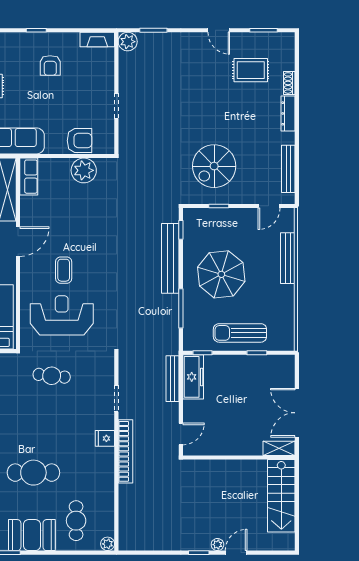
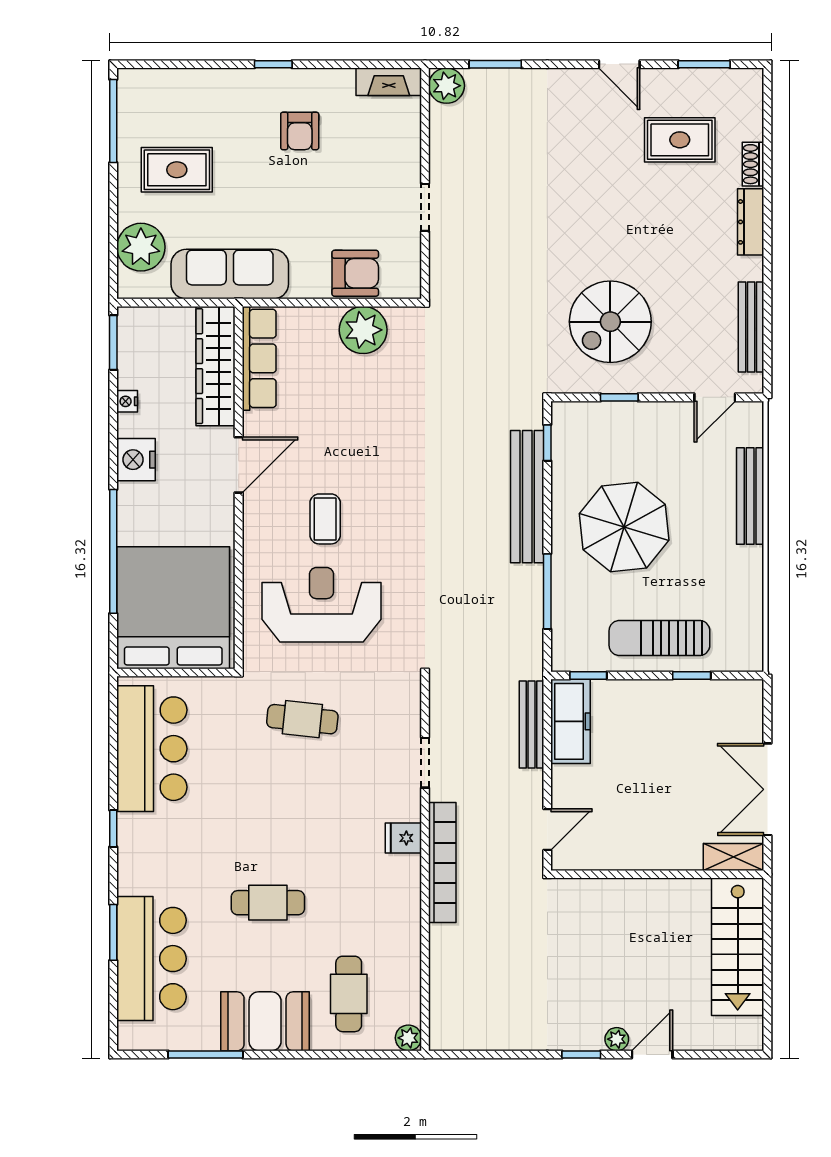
row of seats: (29, 177) -> (259, 358), width x1.48
cafe table: (33, 473) -> (268, 903), width x0.73, depth x0.74

